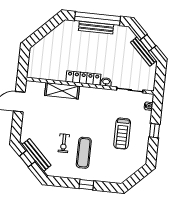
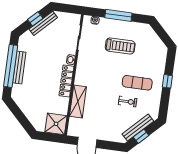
shower: (38, 68) -> (56, 124), added
window: (154, 131) -> (118, 15), width x2.17

